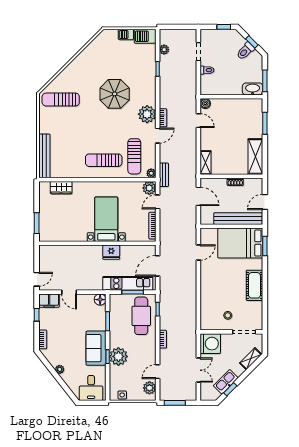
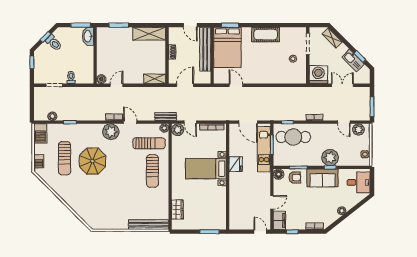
barbecue: (126, 34) -> (39, 161), moved
sun lounger: (61, 100) -> (65, 158), moved
armchair: (96, 317) -> (295, 178), added

